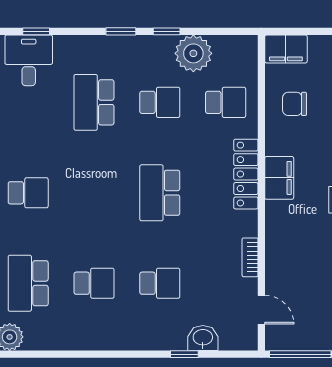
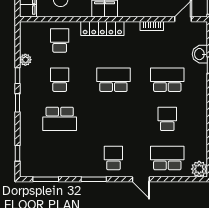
plant: (193, 53) -> (25, 60), width x0.53, depth x0.53
desk: (29, 60) -> (35, 158), removed
school desk: (160, 193) -> (113, 80), turned 180
school desk: (28, 283) -> (167, 158), turned 180
school desk: (160, 283) -> (167, 80), width x1.85

